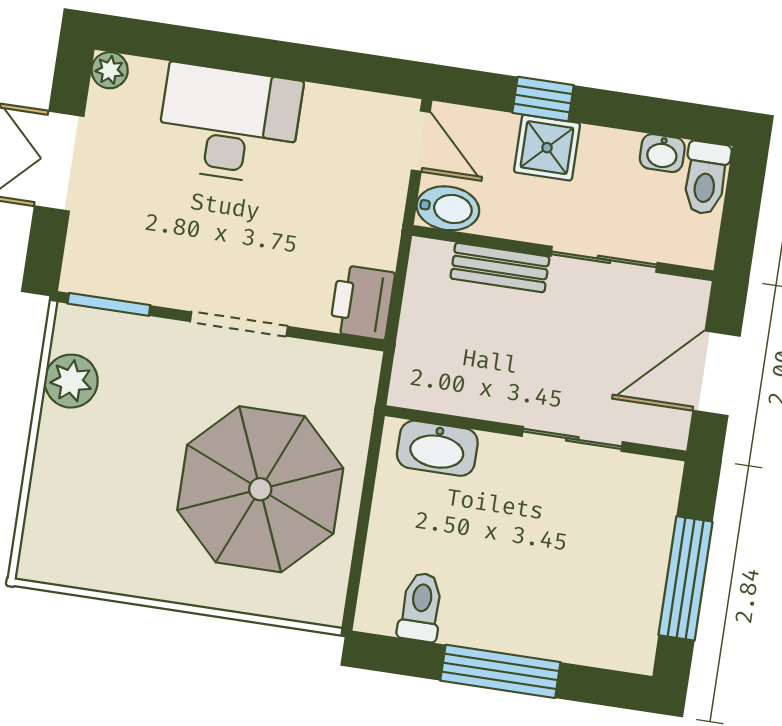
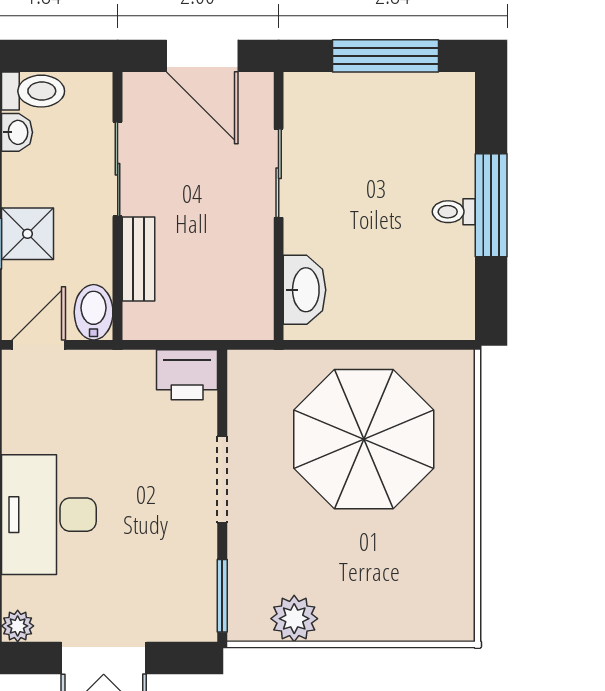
toilet: (421, 607) -> (454, 212), moved, width x0.73, depth x0.72

